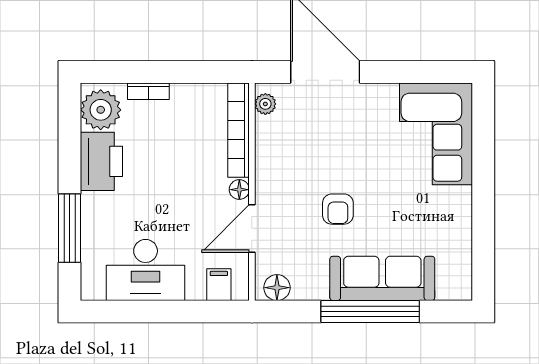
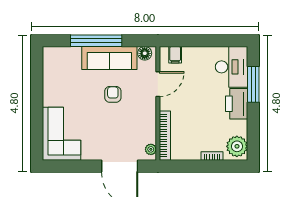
printer: (101, 161) -> (237, 104), moved
floor lamp: (239, 190) -> (164, 105), removed
desk: (146, 270) -> (231, 67), moved, turned 90
sofa: (382, 278) -> (109, 58), moved

